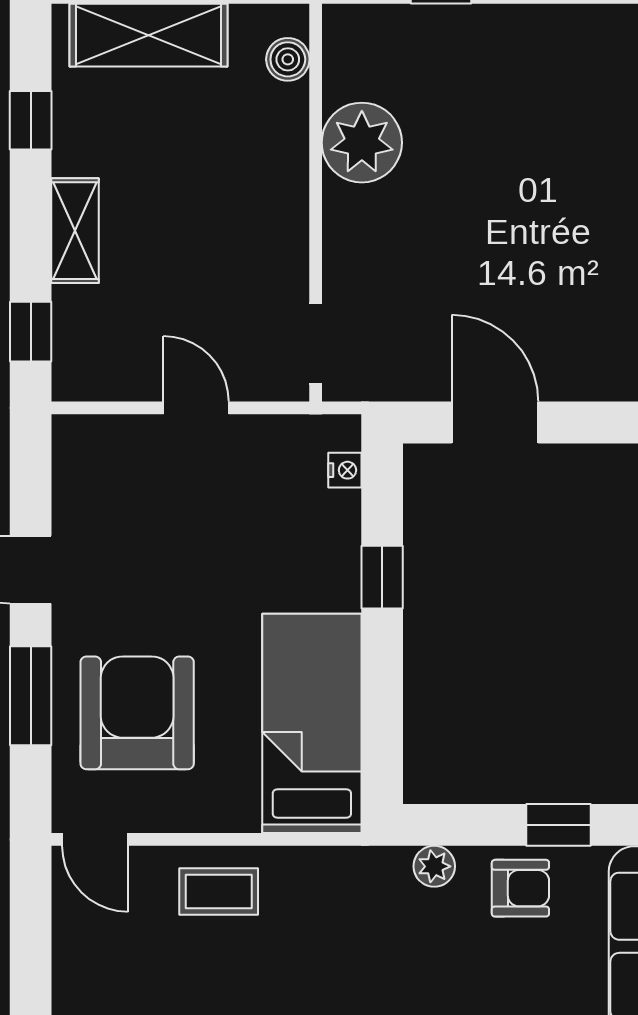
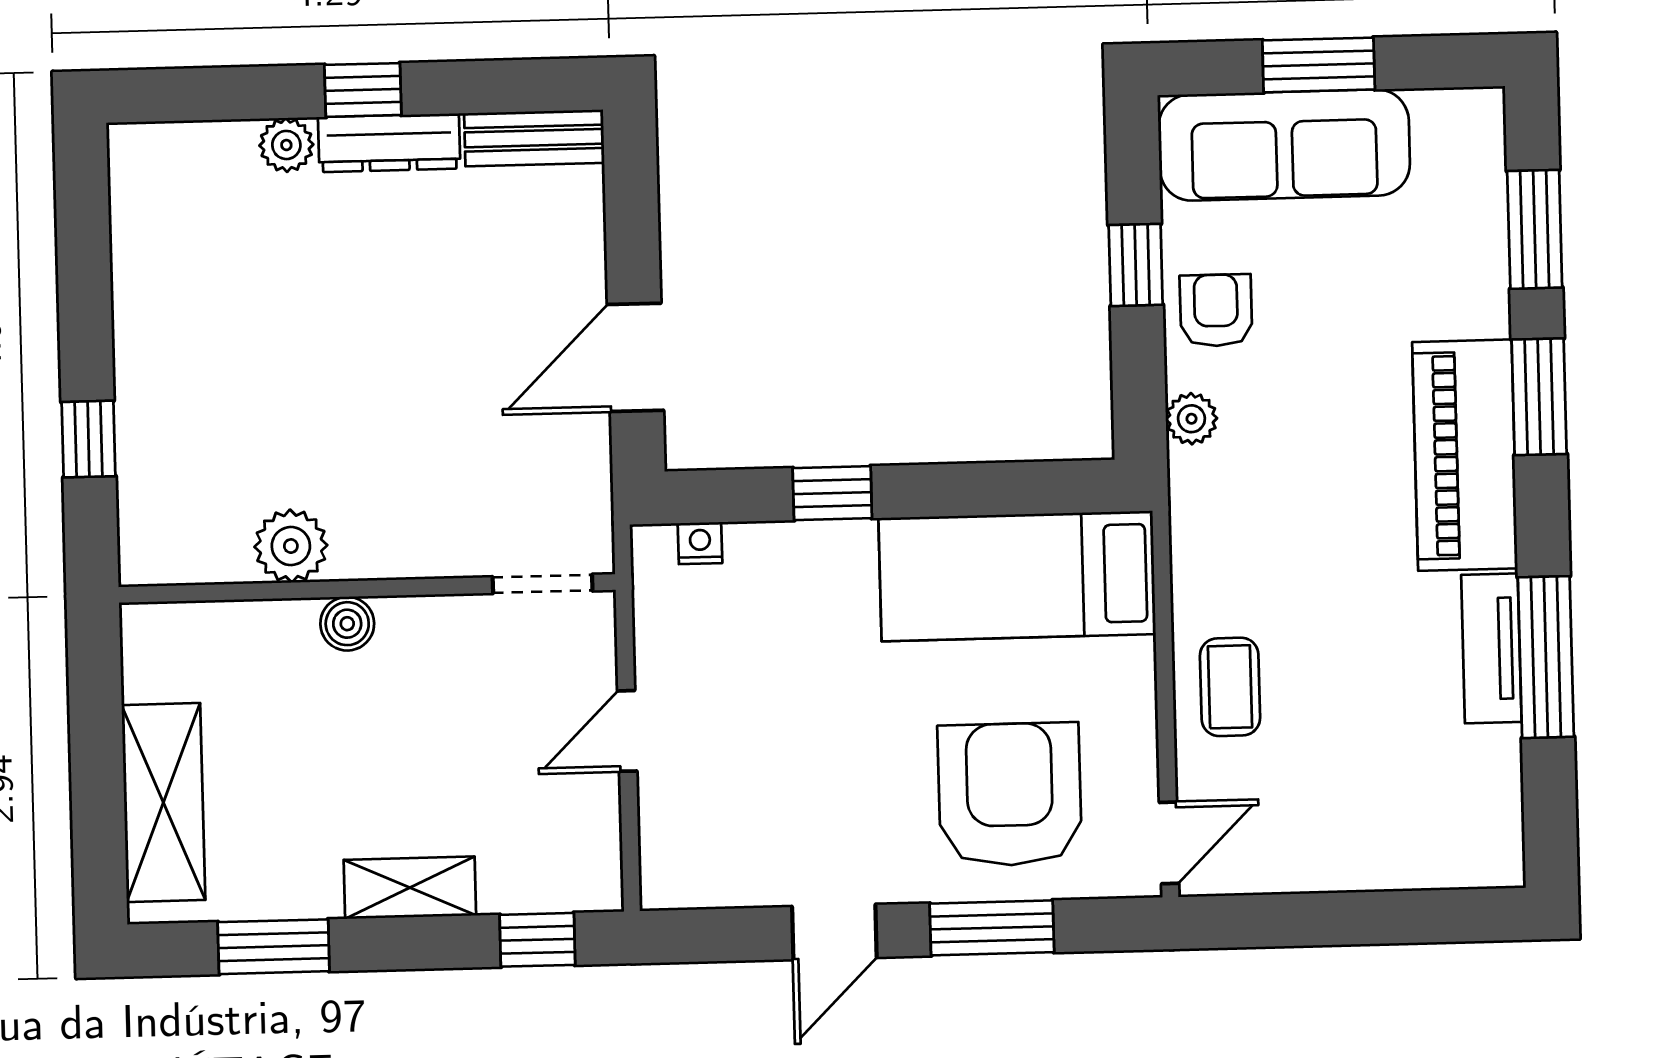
boiler: (288, 59) -> (347, 624), moved
window: (31, 120) -> (274, 947), width x1.50
plant: (362, 143) -> (291, 546), width x0.73, depth x0.73
armchair: (137, 713) -> (1010, 794), turned 90

